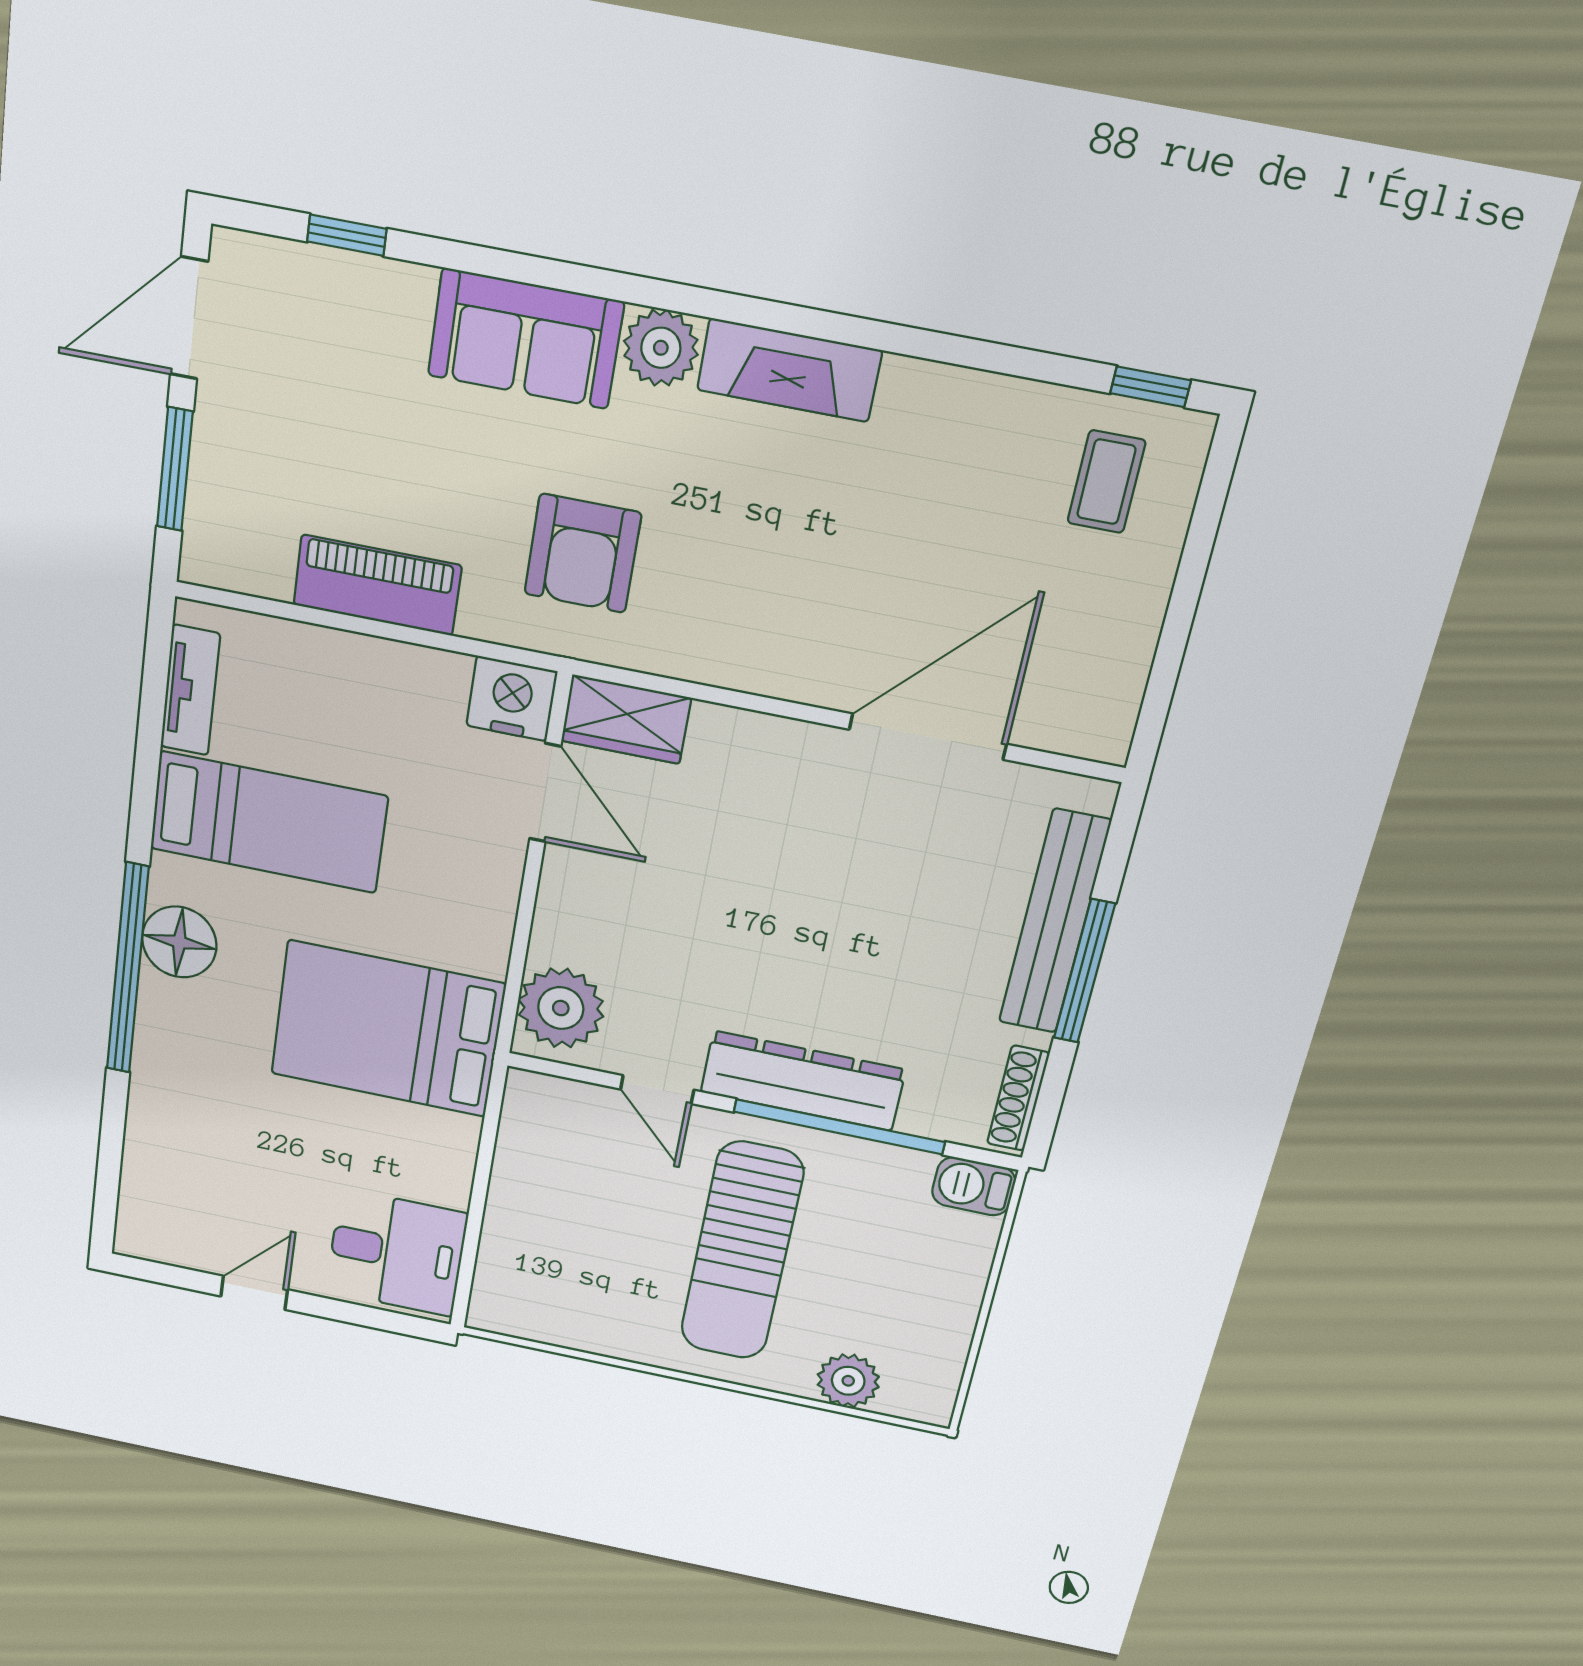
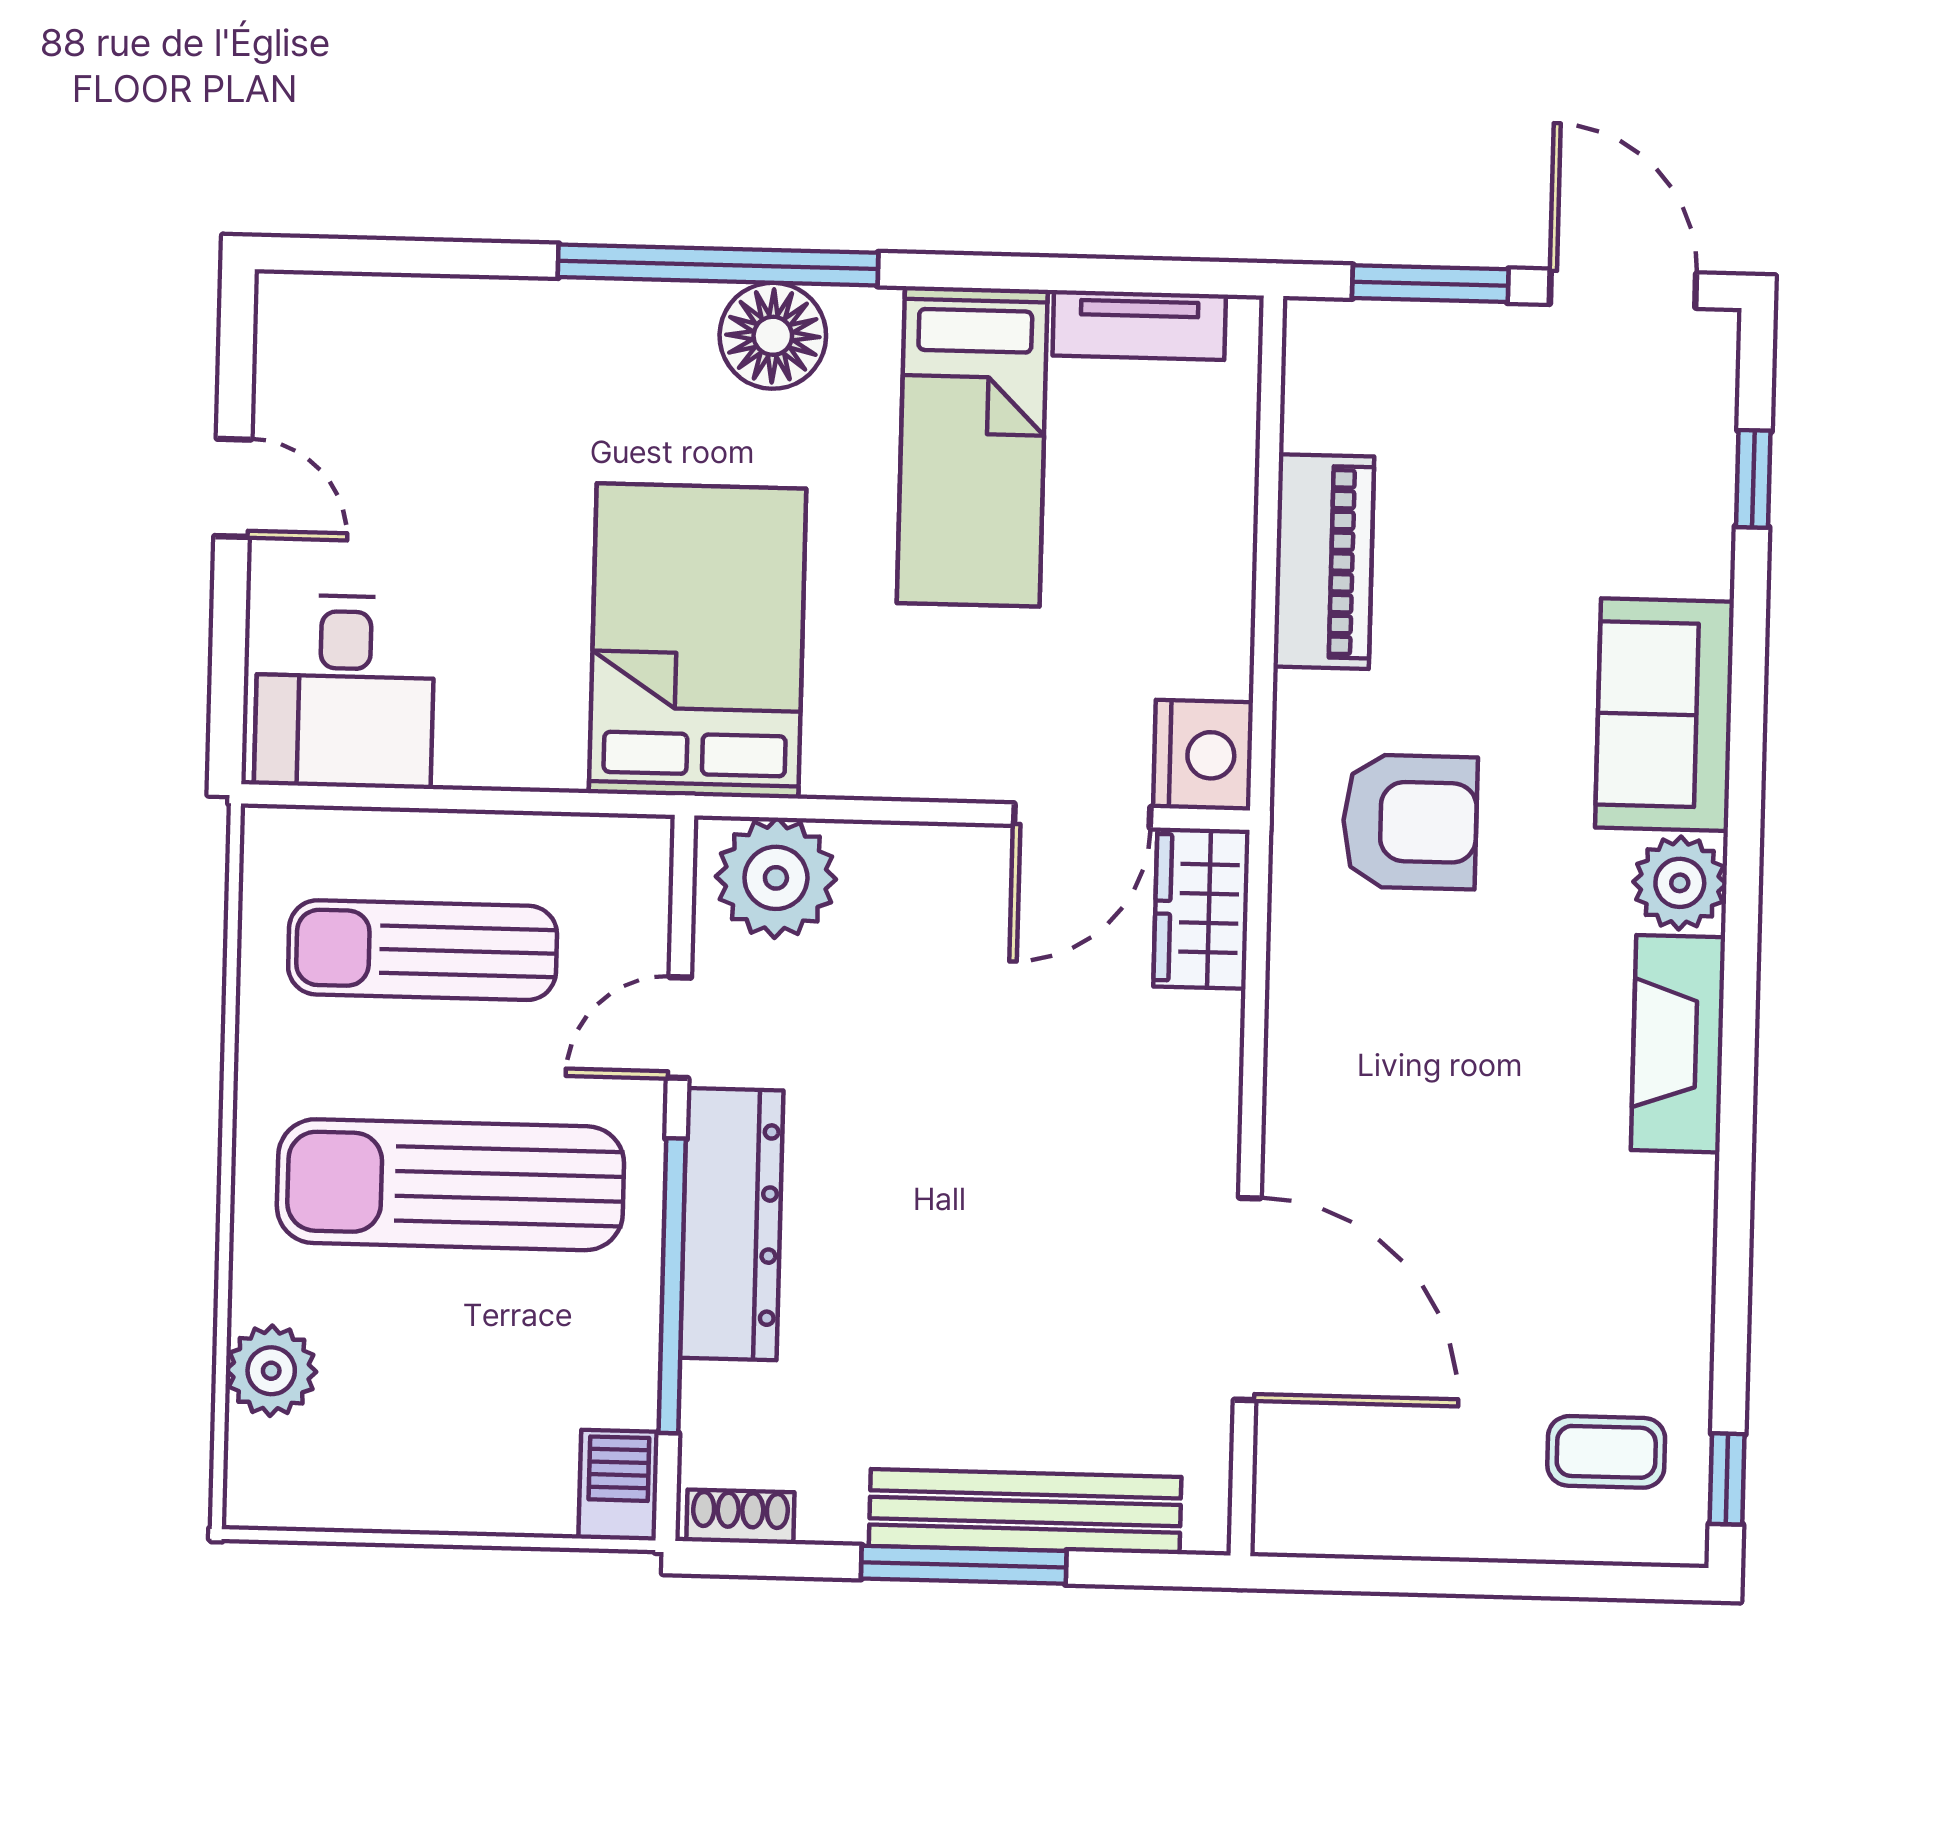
armchair: (583, 553) -> (1410, 822), turned 180
shoe rack: (1018, 1098) -> (740, 1517), width x0.70
sun lounger: (578, 1238) -> (423, 950), added

